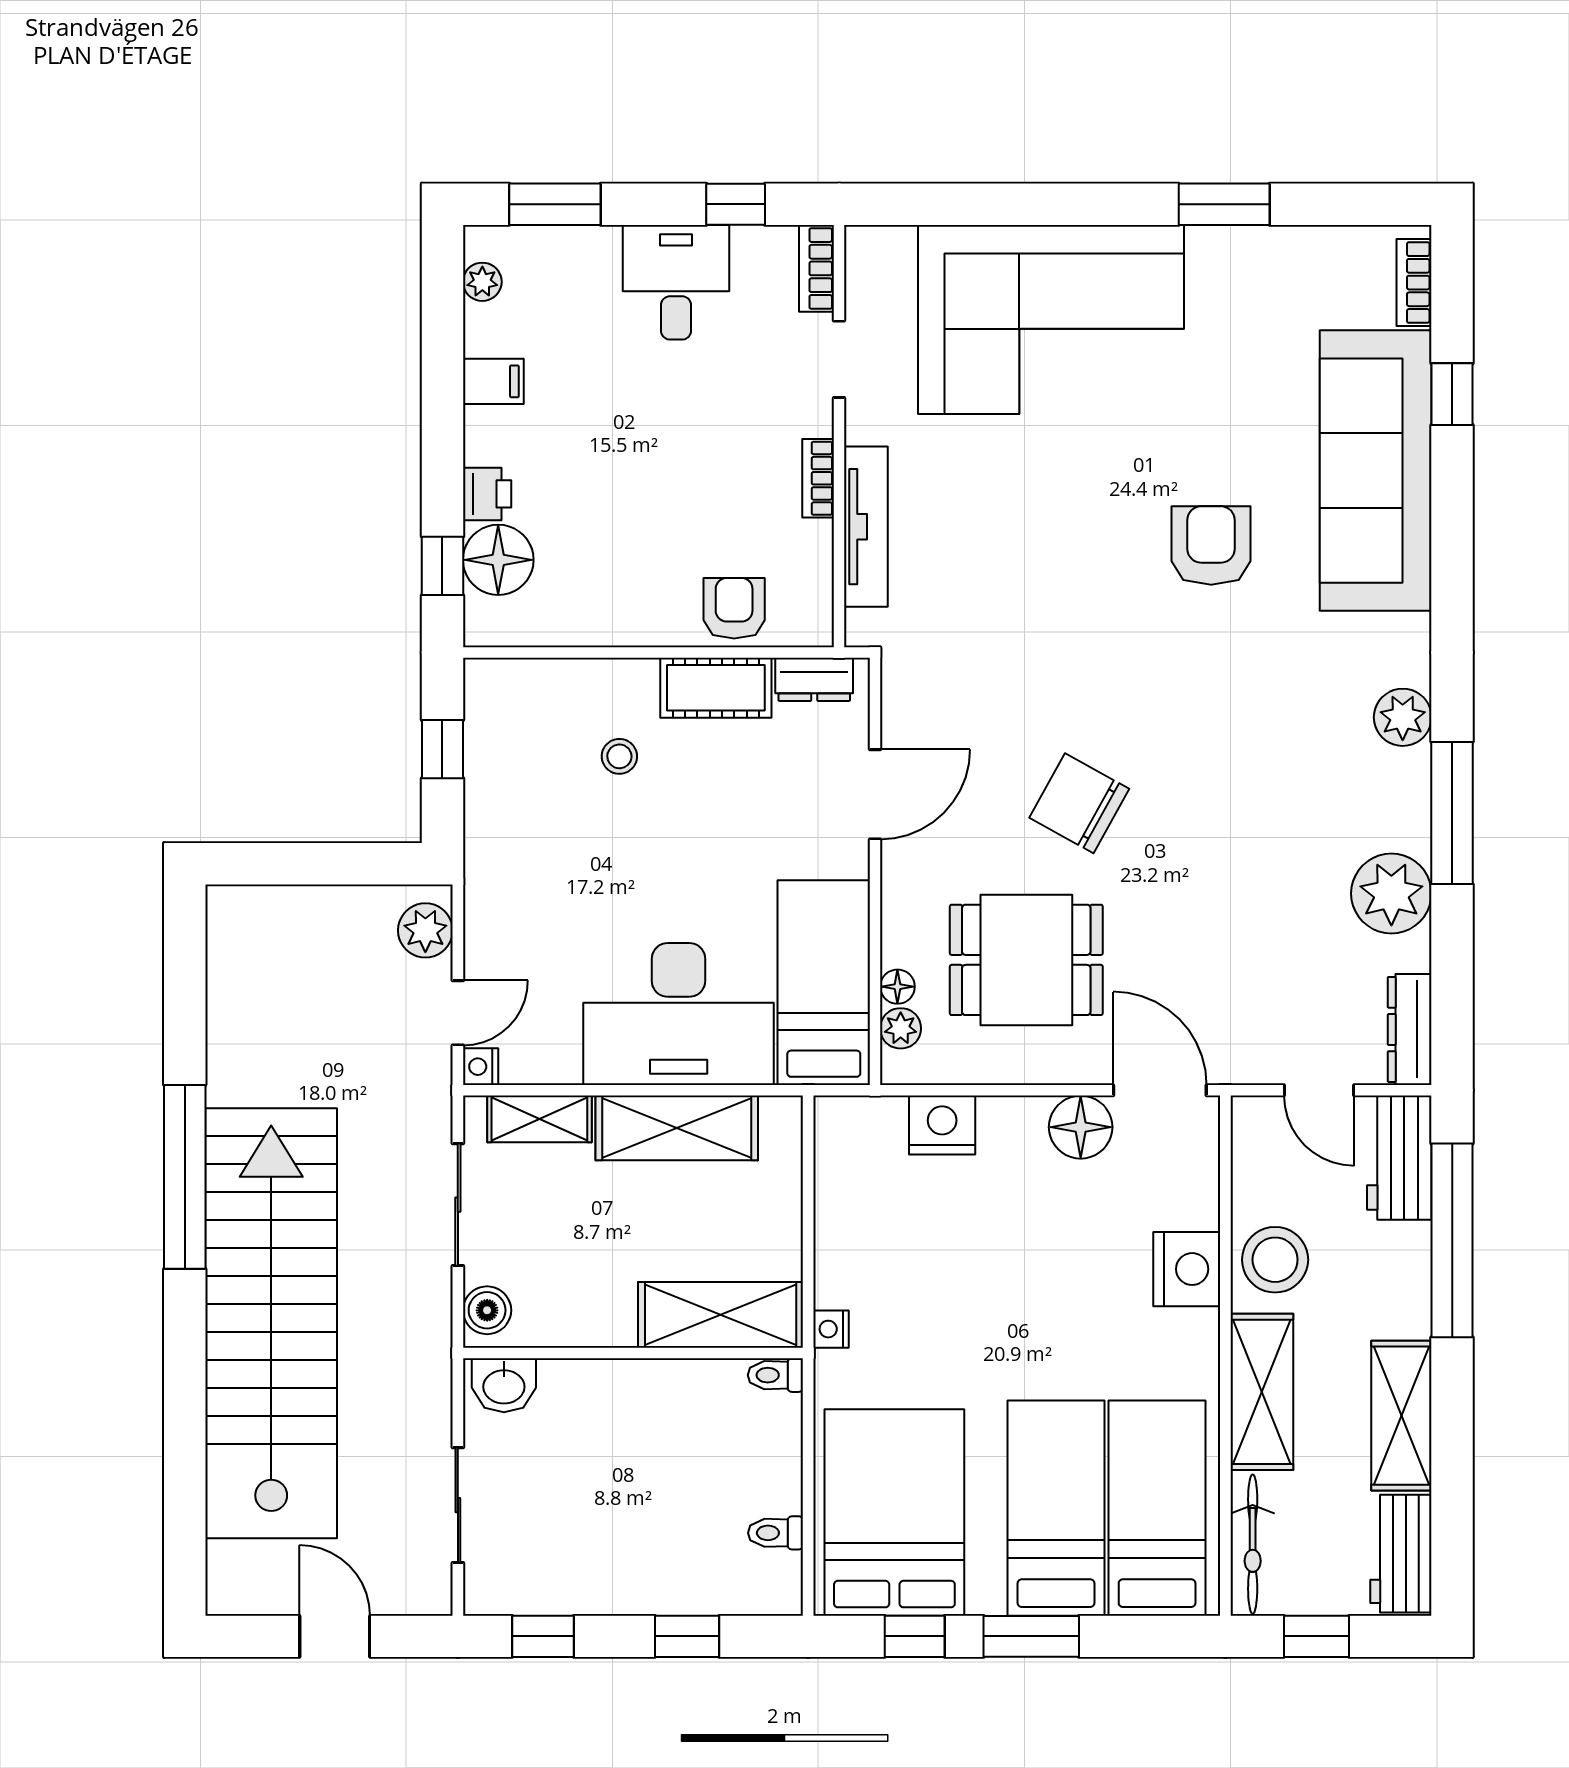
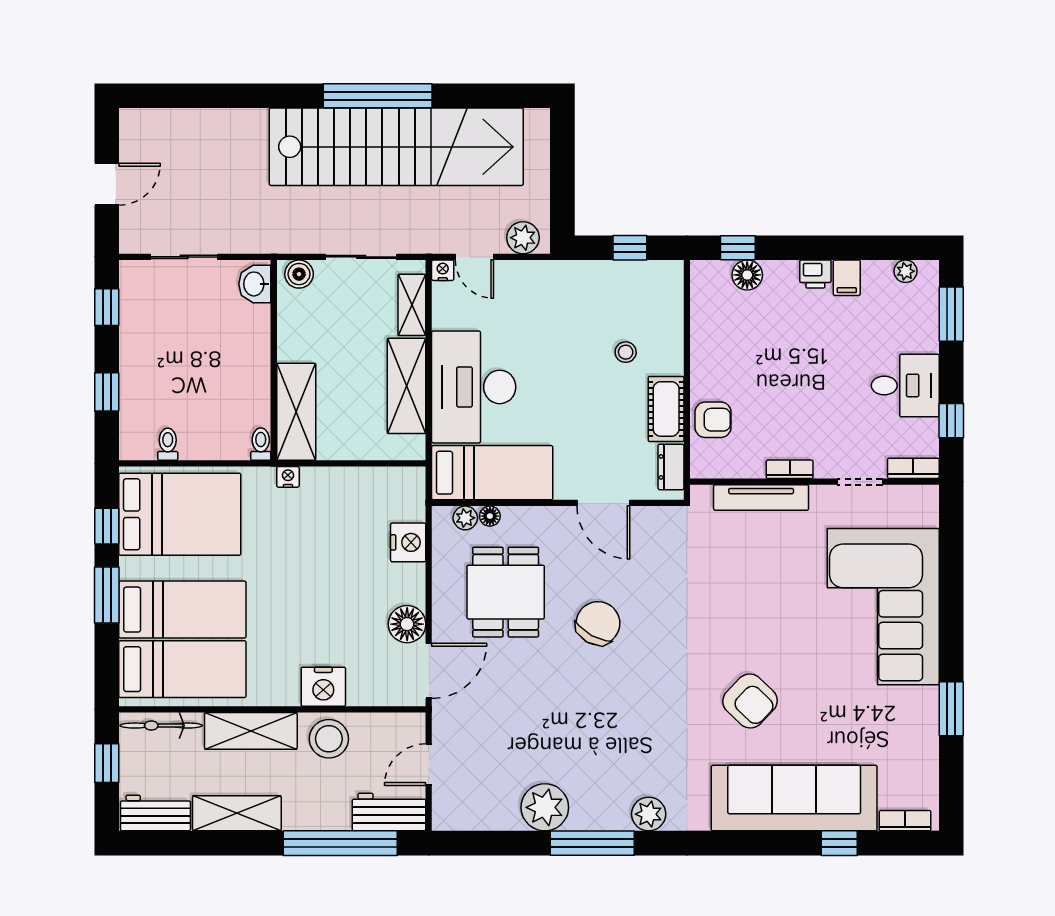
printer: (487, 494) -> (815, 274), moved
armchair: (1211, 545) -> (750, 701), turned 44
floor lamp: (498, 560) -> (747, 275), width x0.73, depth x0.73
dresser: (1410, 1029) -> (465, 818), removed
stairs: (271, 1323) -> (396, 147), moved

